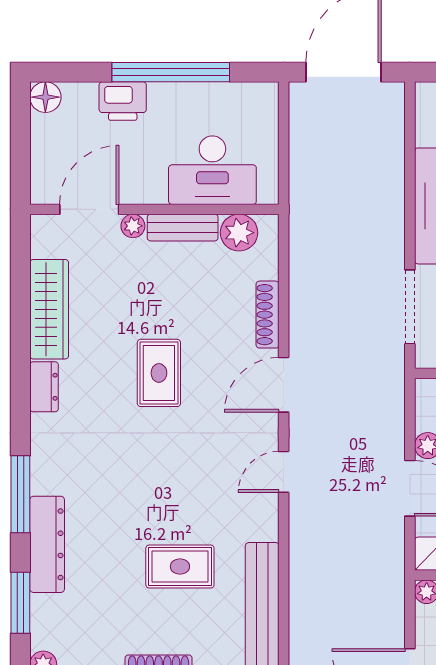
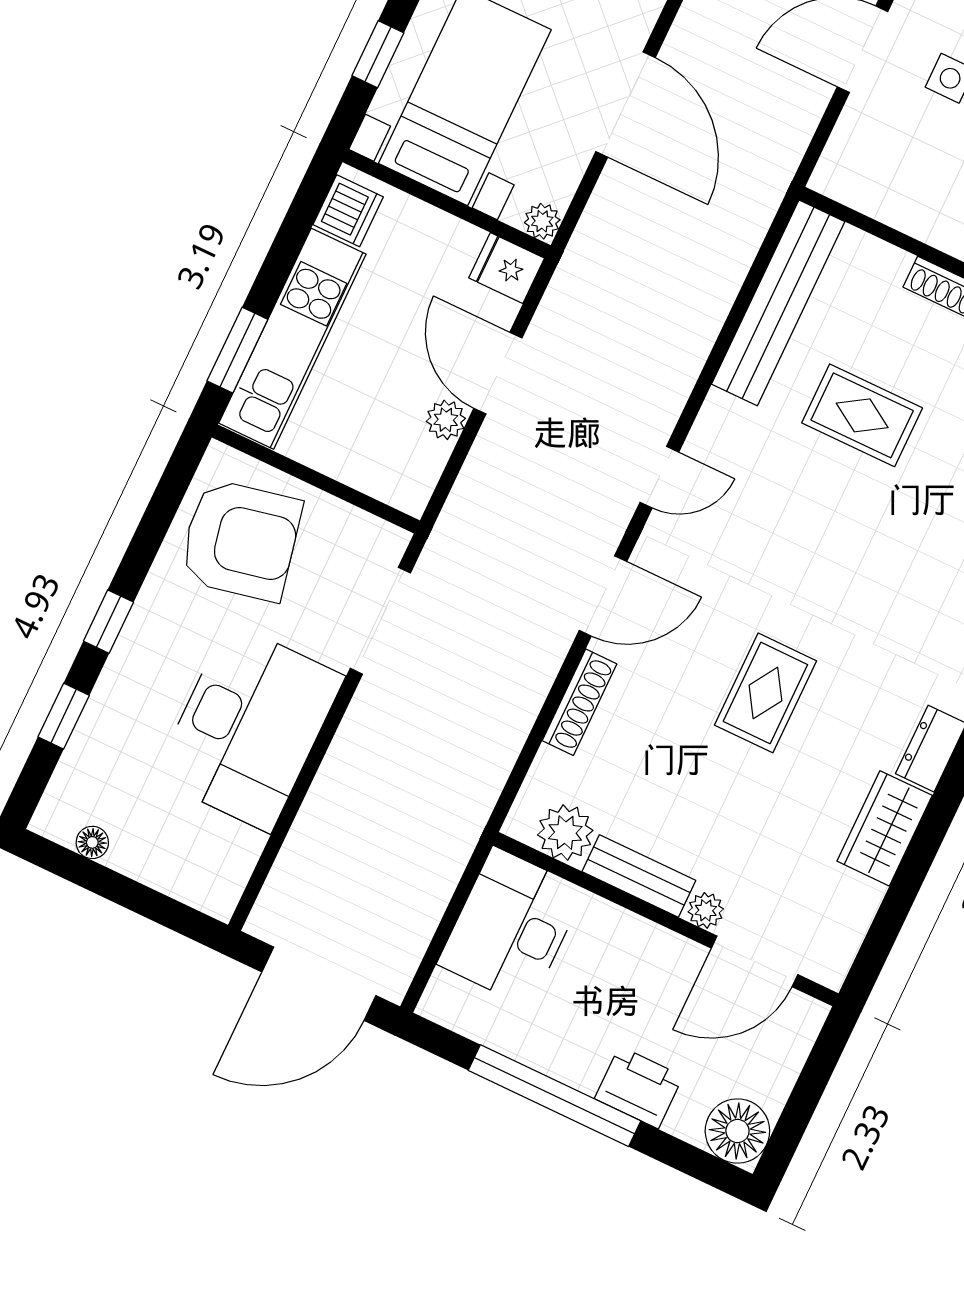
floor lamp: (45, 97) -> (737, 1131), width x1.38, depth x1.38
desk: (212, 170) -> (511, 927), moved, turned -90
wardrobe: (49, 309) -> (885, 828), width x0.67

